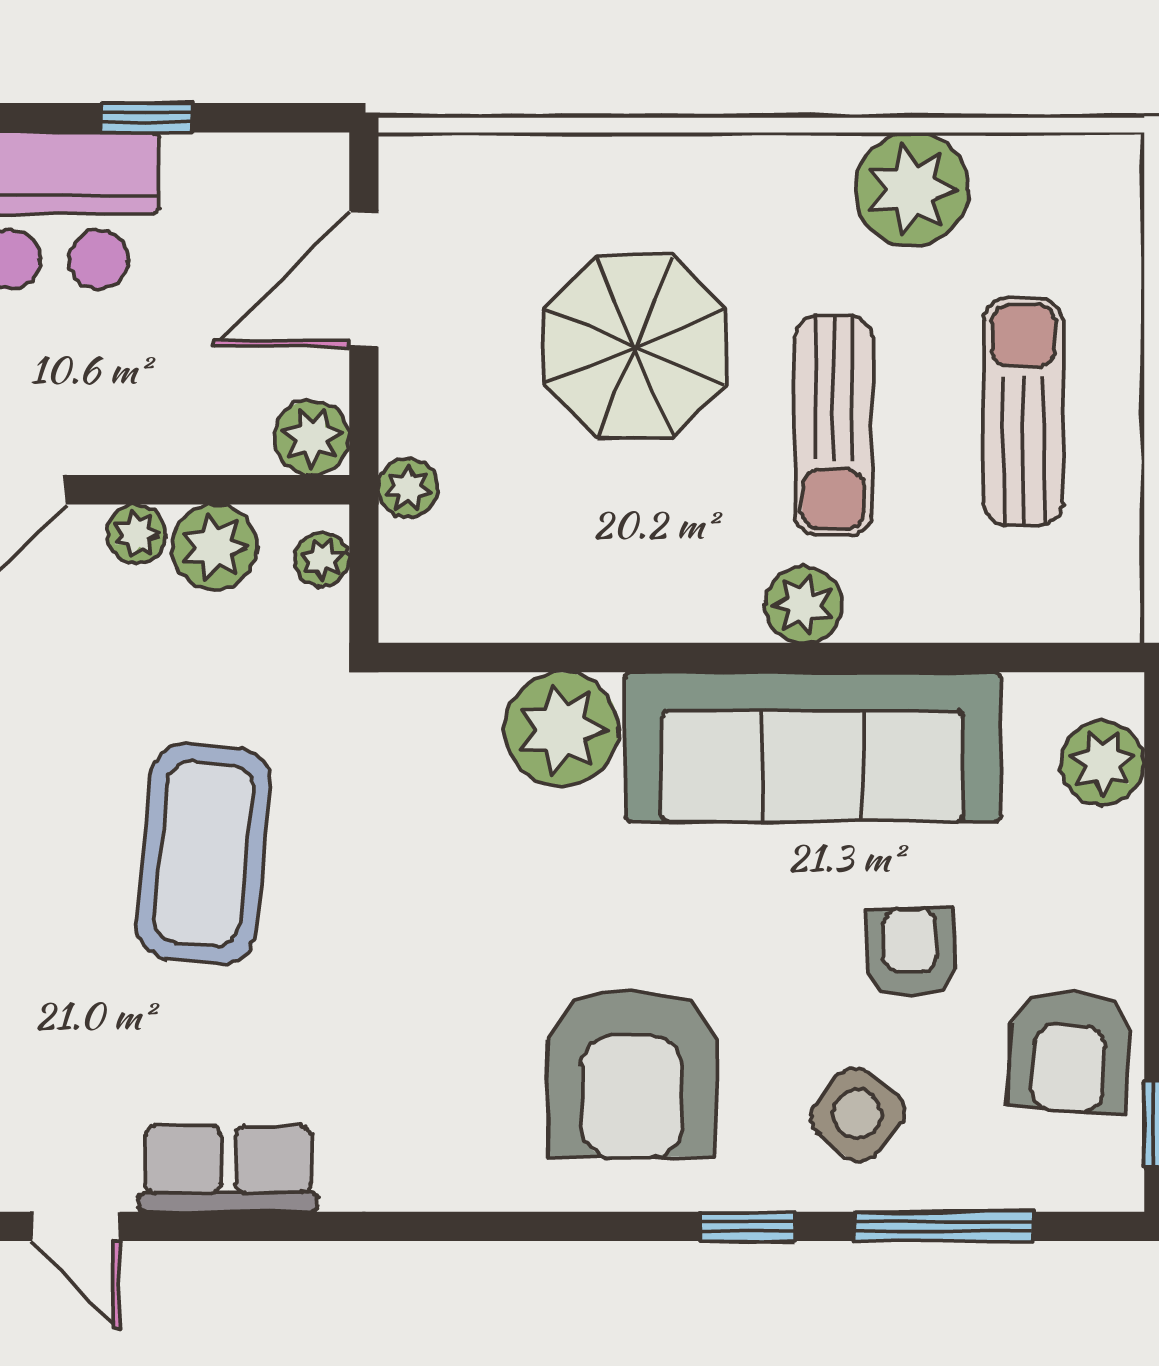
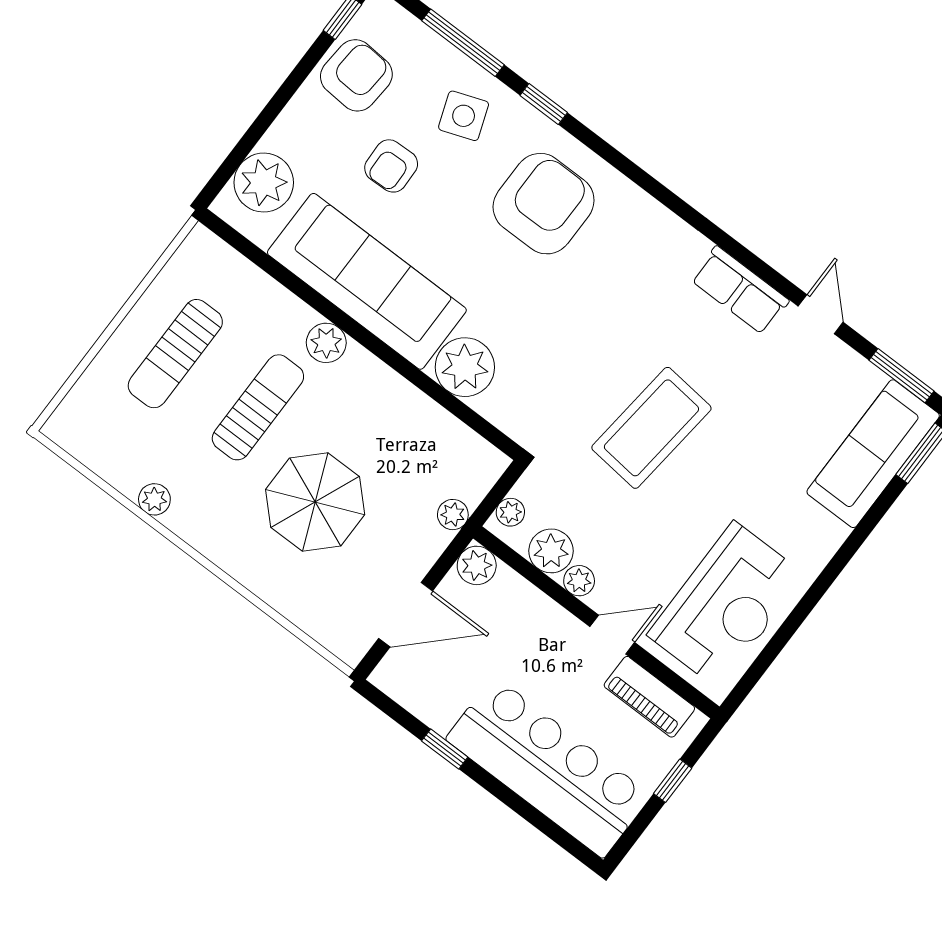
plant: (912, 190) -> (154, 499), width x0.53, depth x0.53
plant: (1102, 763) -> (264, 183), width x1.36, depth x1.36
side table: (857, 1115) -> (464, 116), turned 32

